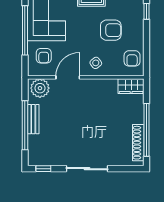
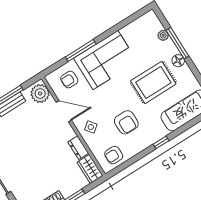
window: (25, 30) -> (81, 50), width x0.68
dresser: (107, 85) -> (78, 148), added

